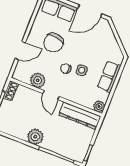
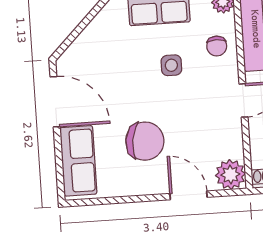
chair: (66, 69) -> (217, 46), moved
plant: (38, 80) -> (230, 175), moved

